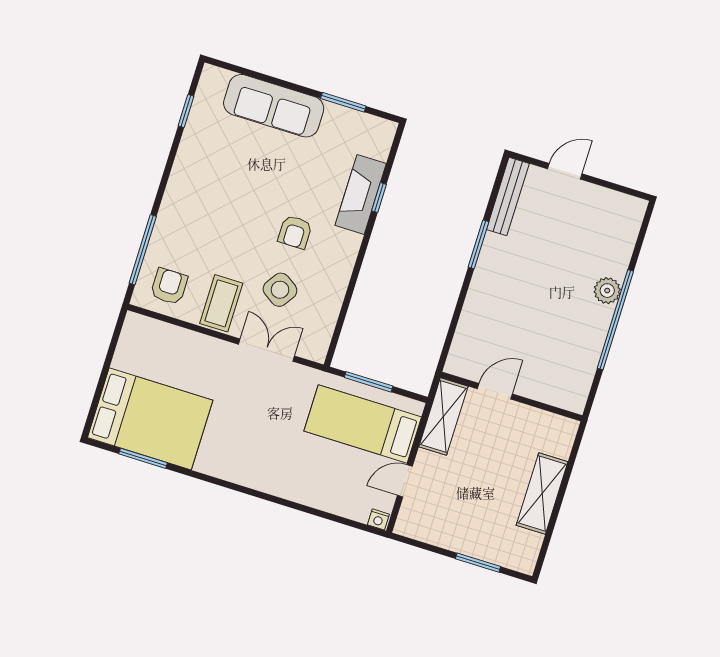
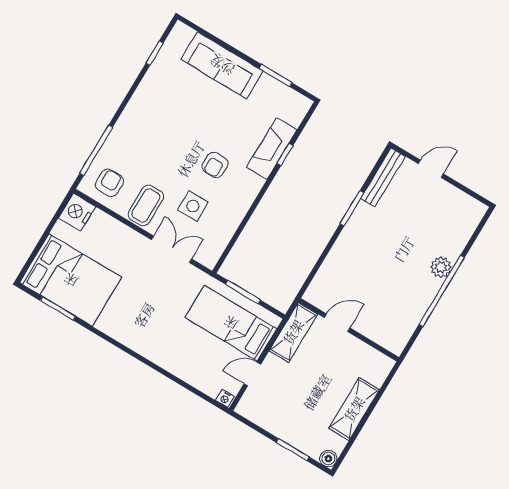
side table: (280, 290) -> (193, 206), turned -34
nightstand: (138, 333) -> (77, 212), added
boiler: (525, 563) -> (328, 459), added

